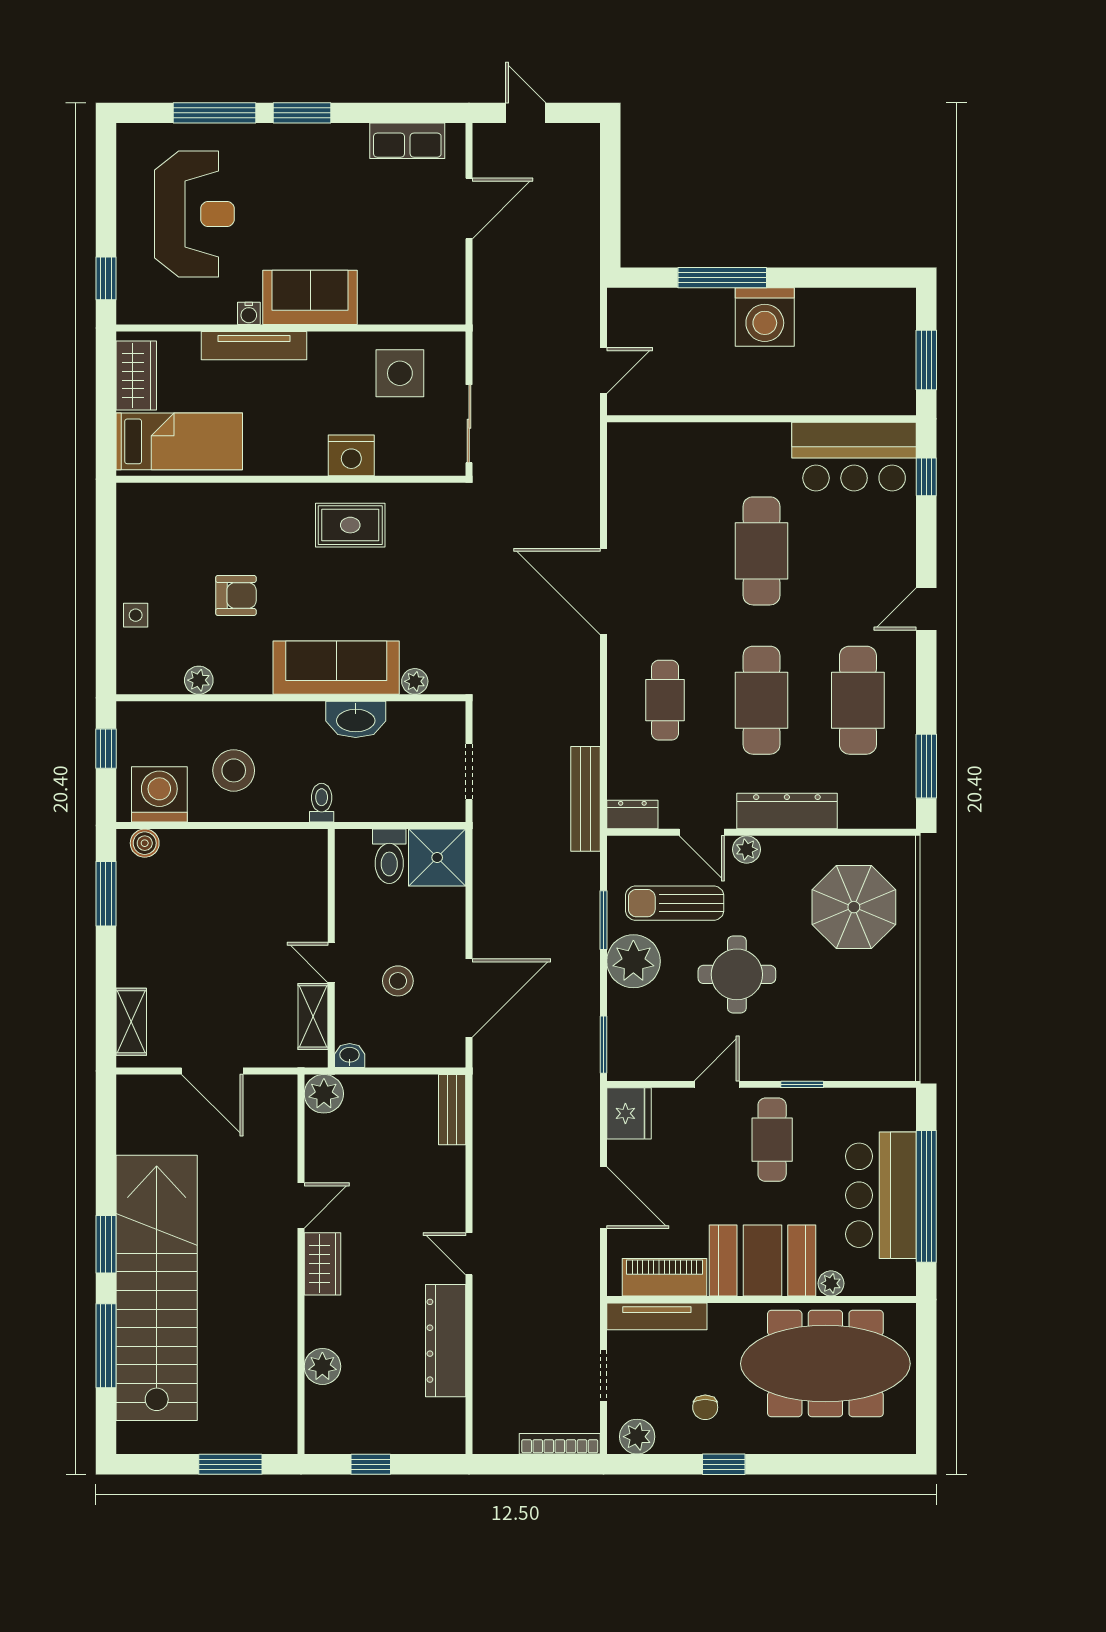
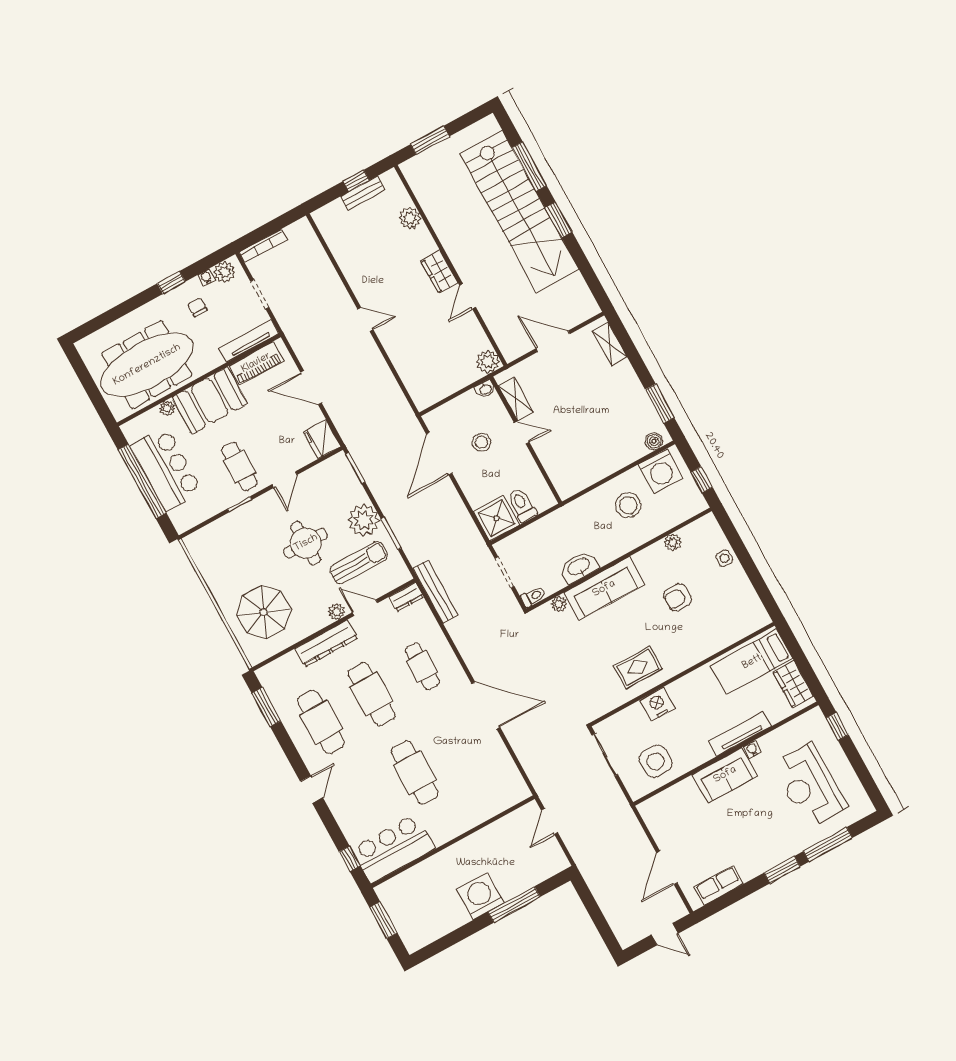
toilet: (322, 803) -> (533, 596), moved, turned -90
bench: (452, 1110) -> (363, 193), moved, turned 90
dresser: (446, 1341) -> (353, 267), removed
water cooler: (668, 1443) -> (206, 277), added

